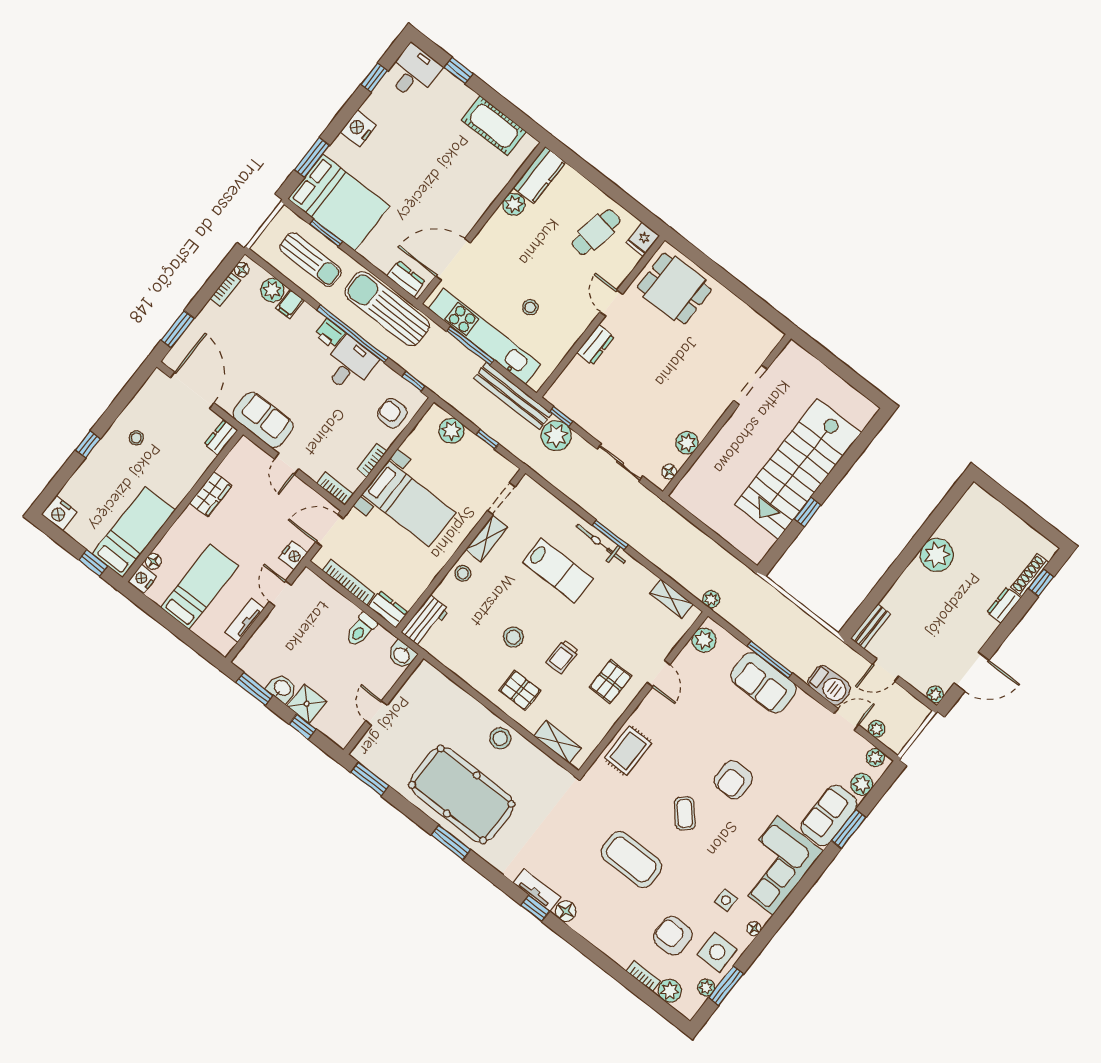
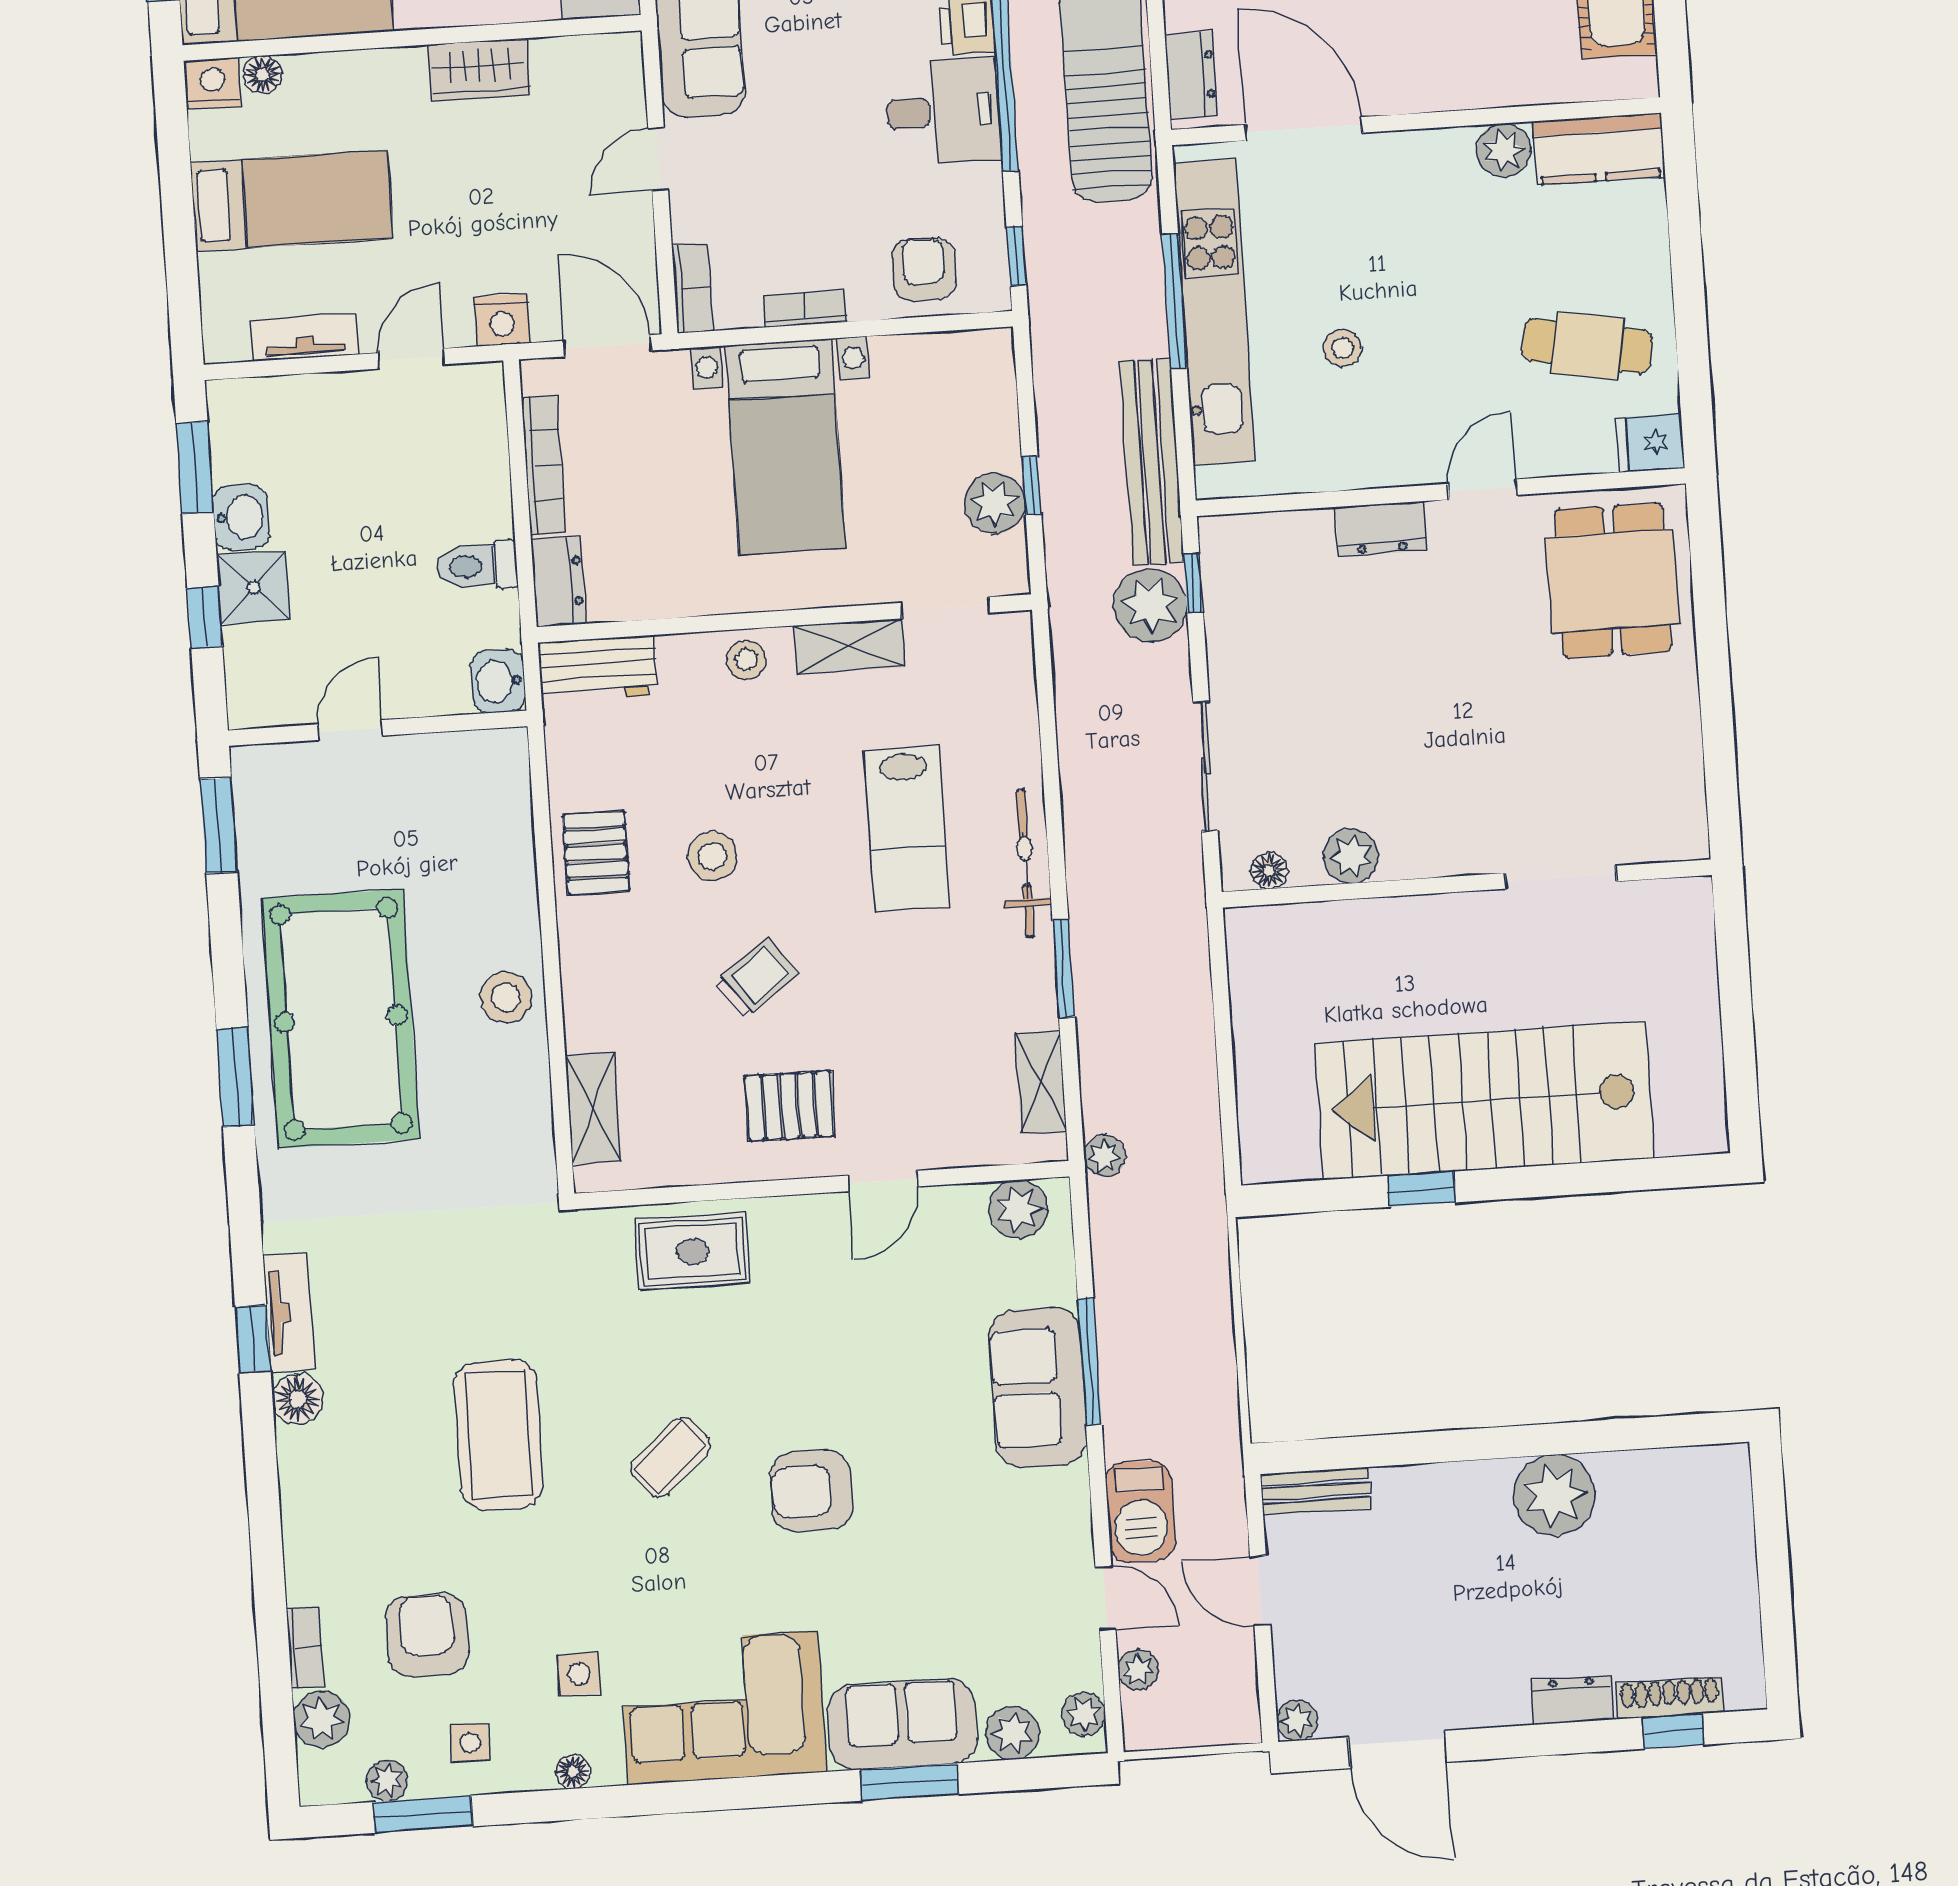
plant: (451, 431) -> (995, 503), moved
window: (610, 535) -> (1064, 969), moved
trolley: (562, 657) -> (756, 978), turned 143
pallet: (520, 690) -> (596, 853), moved
side table: (717, 952) -> (470, 1743), width x0.54, depth x0.54

